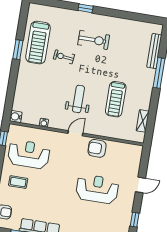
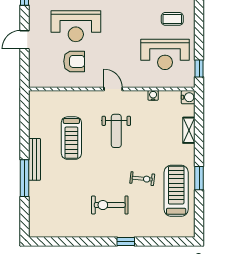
bench: (154, 51) -> (35, 159), moved
treadmill: (116, 99) -> (71, 138), turned 180
shelving: (143, 121) -> (189, 130), moved
door: (75, 133) -> (113, 89), swing flipped
armchair: (97, 148) -> (74, 61), moved

